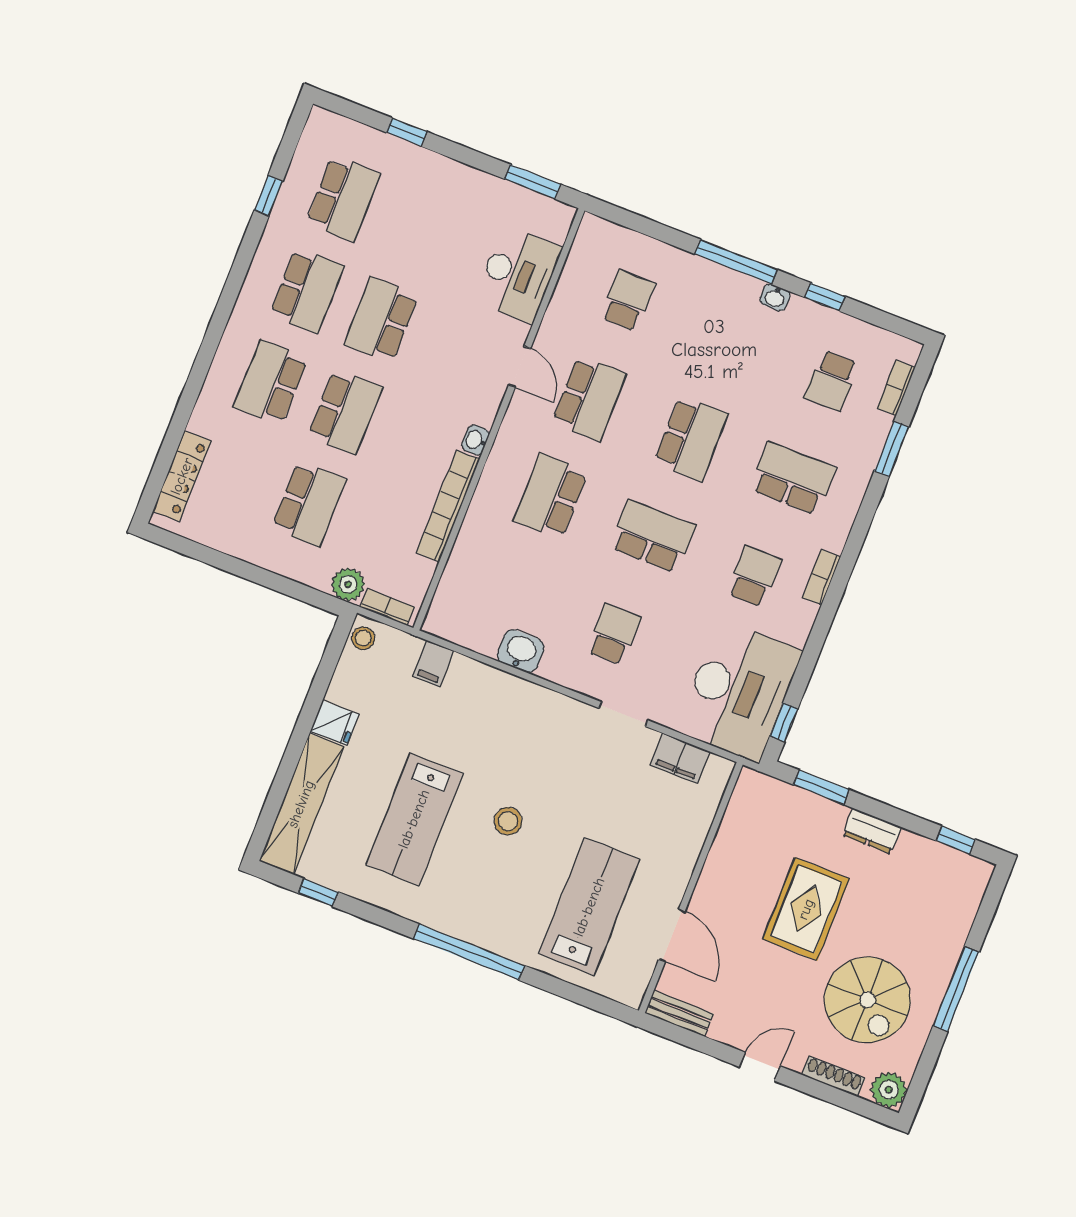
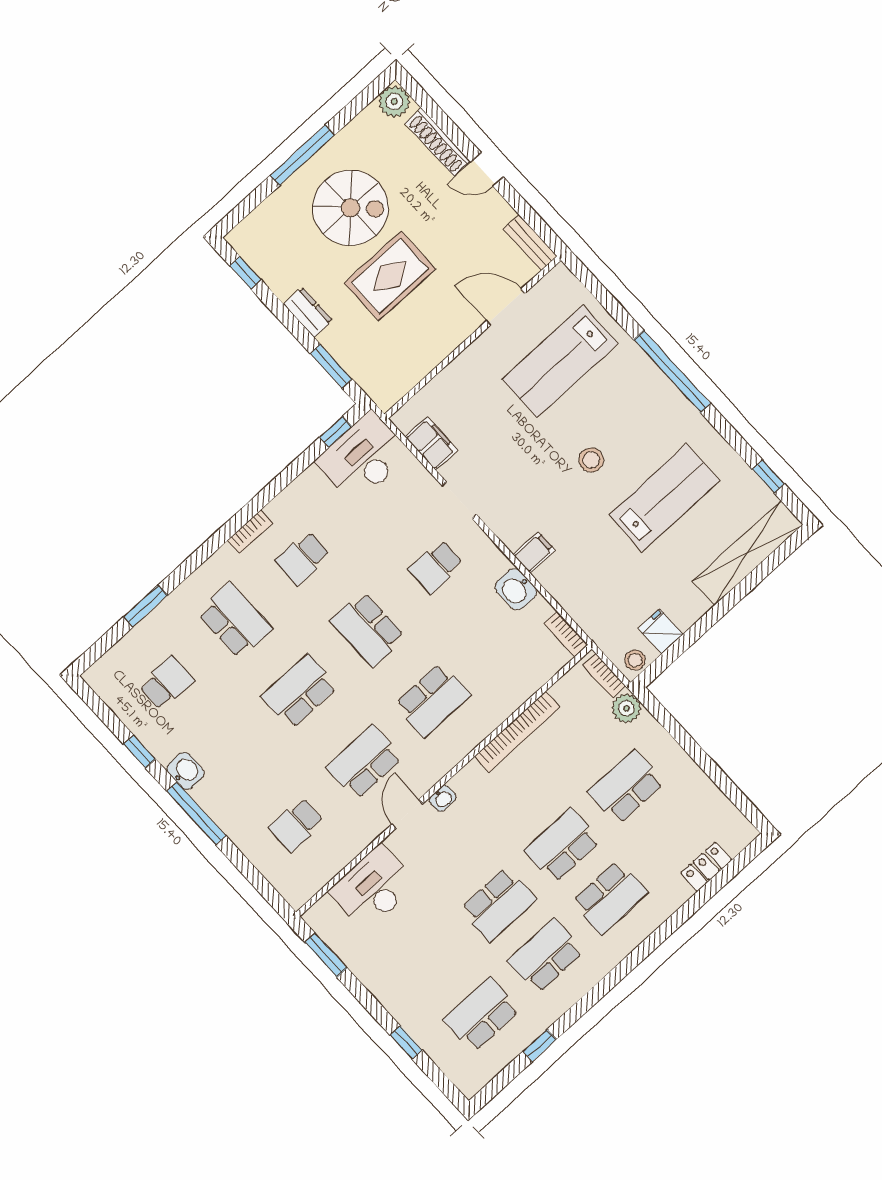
washbasin: (775, 297) -> (186, 771), width x1.38, depth x1.45
bookcase: (896, 388) -> (566, 634), moved, turned 90
washbasin: (475, 440) -> (443, 798), moved
locker: (182, 476) -> (706, 867), width x0.66
school desk: (793, 479) -> (235, 621), turned 180
filing cabinet: (433, 664) -> (534, 552), moved
desk: (739, 691) -> (363, 457), width x0.73, depth x0.77
fridge: (335, 723) -> (661, 631), moved
door: (672, 935) -> (506, 307), hinge flipped
spiral stairs: (867, 1000) -> (351, 208), moved, turned 90
shoe rack: (833, 1076) -> (438, 142), width x1.36, depth x1.24

